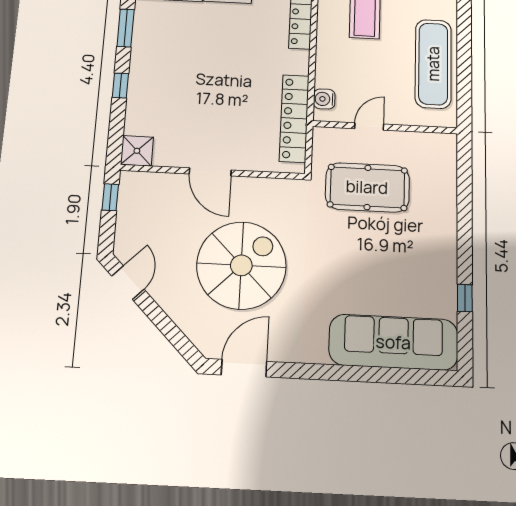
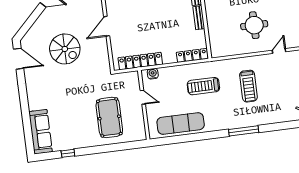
pool table: (367, 187) -> (109, 117), moved
spiral stairs: (241, 265) -> (65, 49), width x0.73, depth x0.73
sofa: (393, 342) -> (41, 132), width x0.74, depth x0.79

